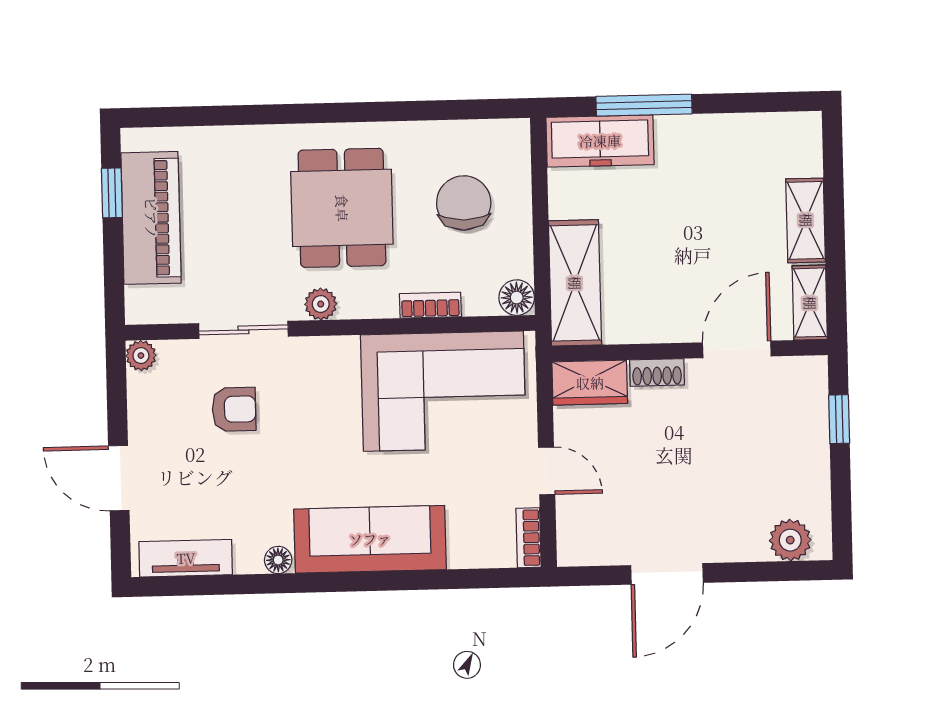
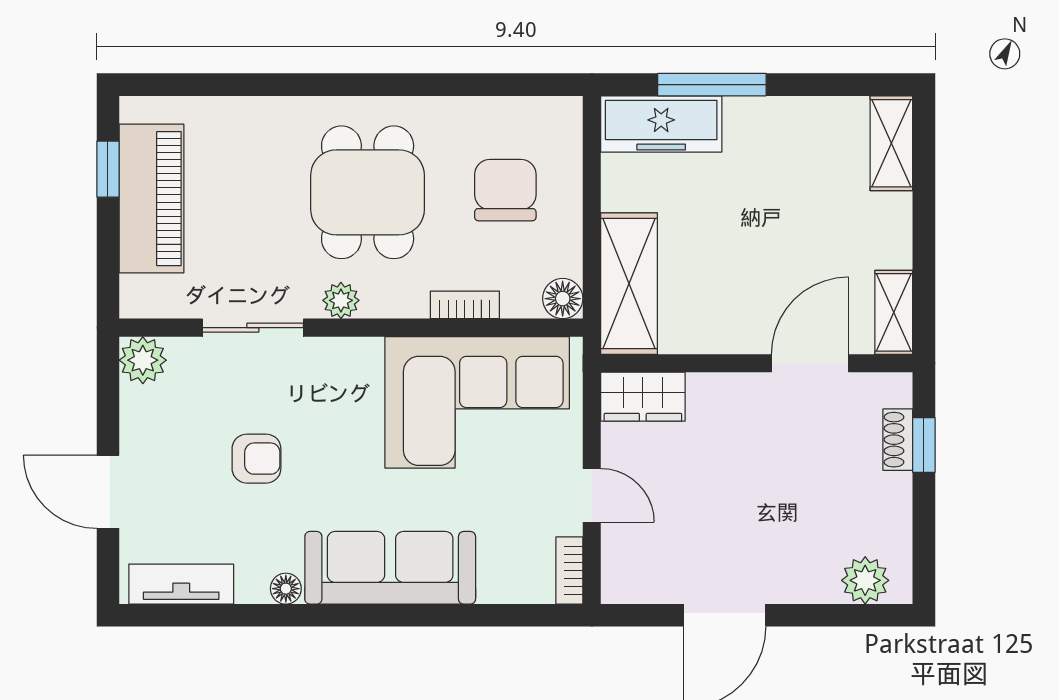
shelving: (806, 220) -> (891, 143), moved
plant: (141, 356) -> (143, 360), width x1.38, depth x1.38
shoe rack: (657, 372) -> (898, 440), moved, turned 90
armchair: (234, 409) -> (256, 459), moved

